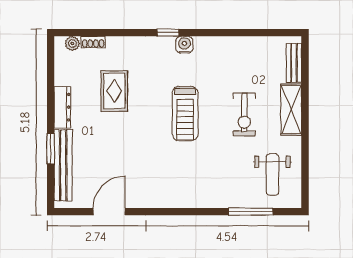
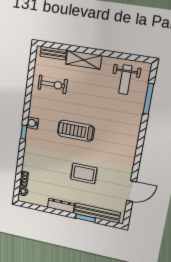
rug: (114, 91) -> (84, 173), moved
treadmill: (185, 114) -> (76, 131), turned 180
exercise bike: (244, 114) -> (53, 84), moved
weight bench: (272, 174) -> (125, 80), turned 90
door: (109, 212) -> (132, 191), swing flipped

